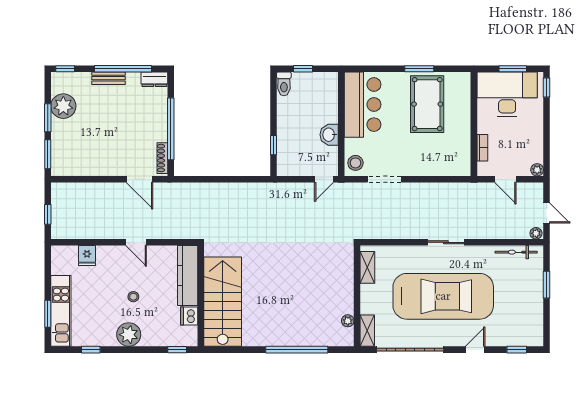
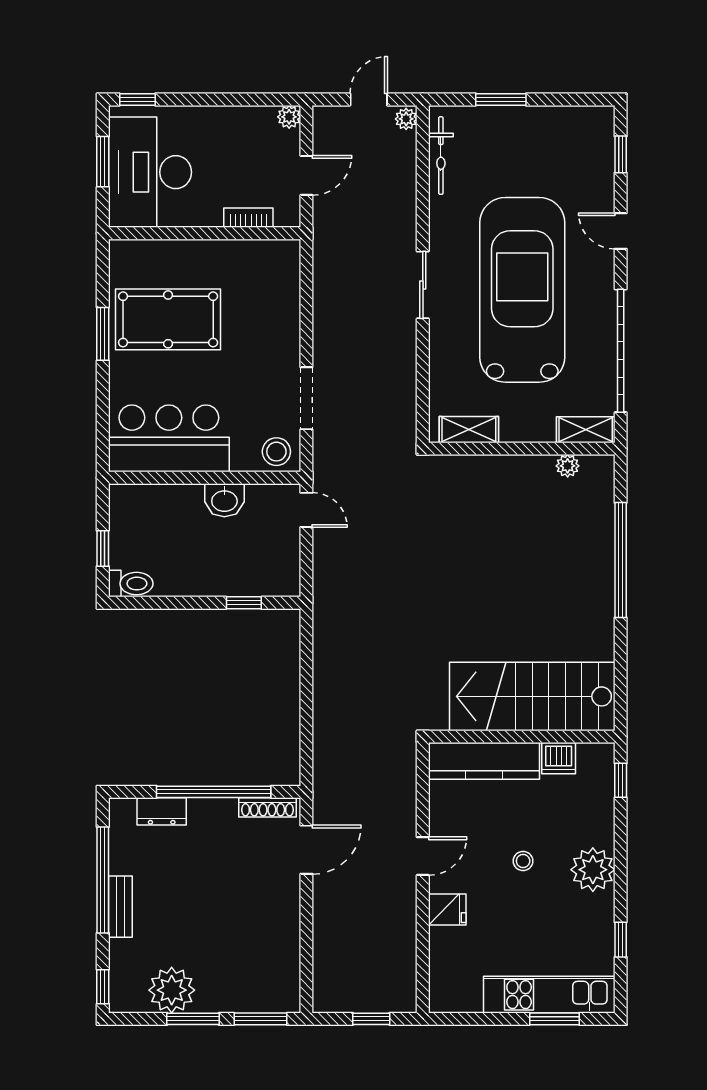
dresser: (154, 79) -> (162, 811), moved, turned 90
fridge: (87, 256) -> (447, 909), moved

